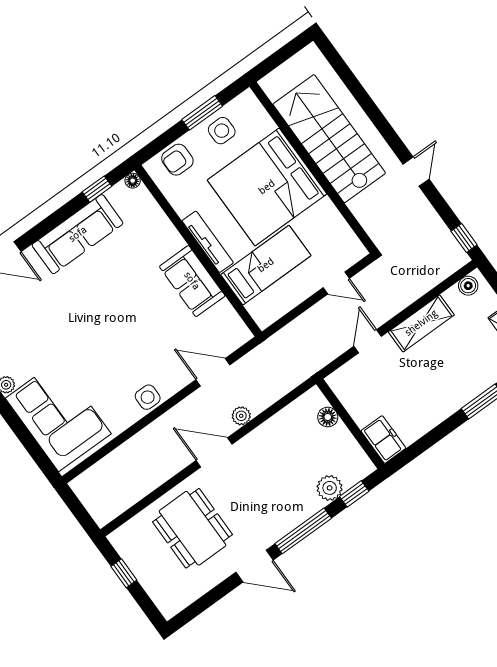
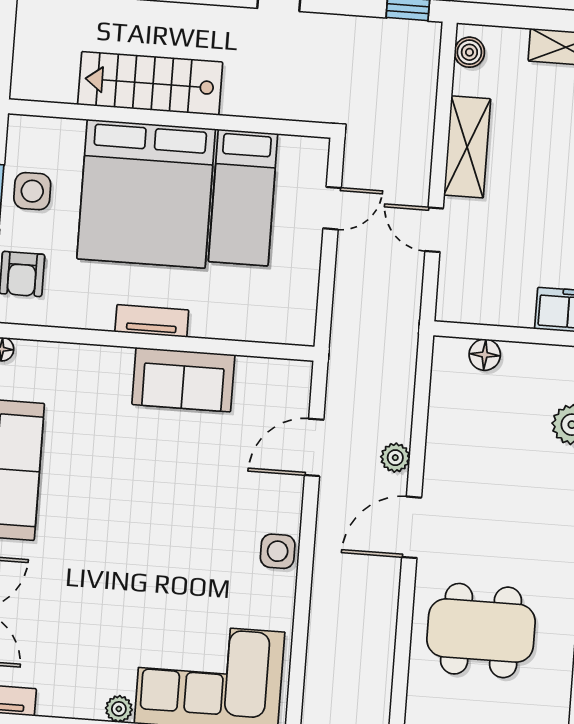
stairs: (329, 139) -> (150, 83), width x0.73, depth x0.66
tv unit: (208, 242) -> (152, 321), width x0.71
bed: (266, 265) -> (243, 198), moved, turned 180

